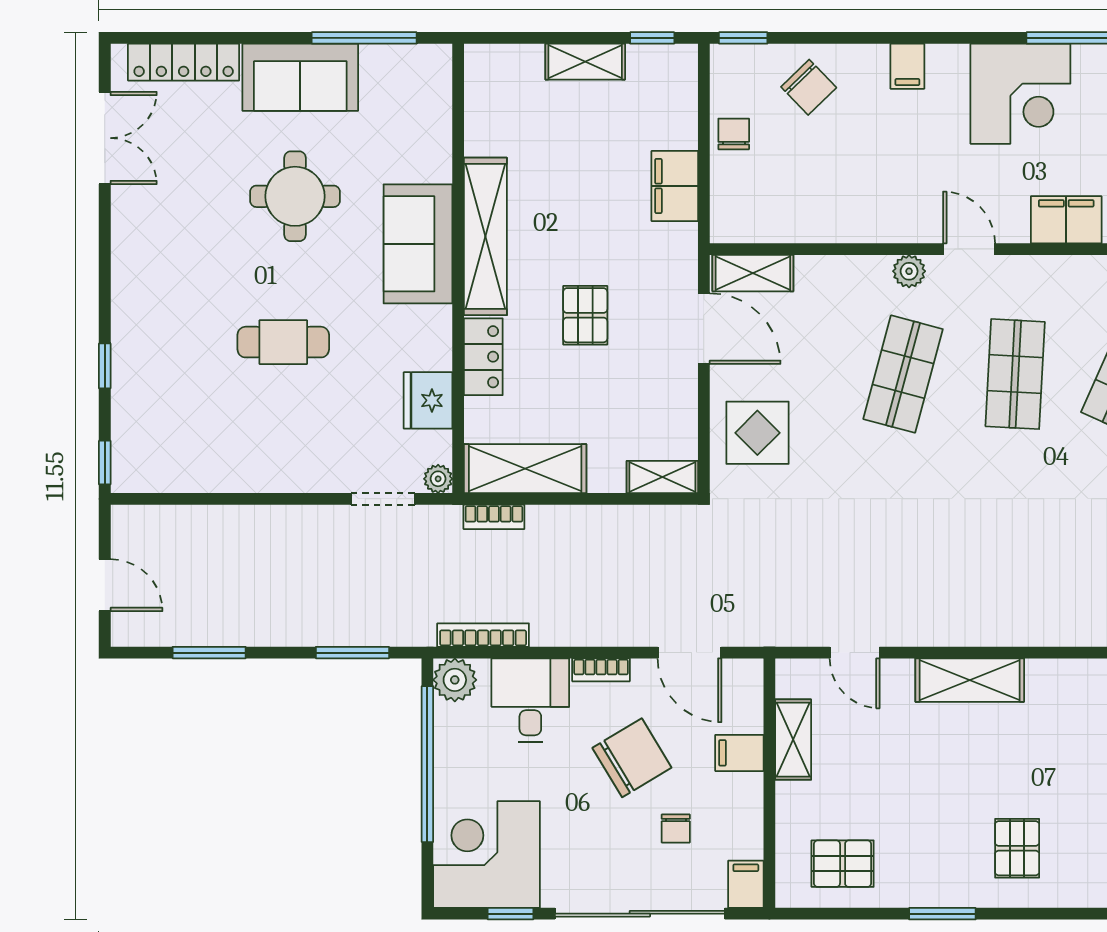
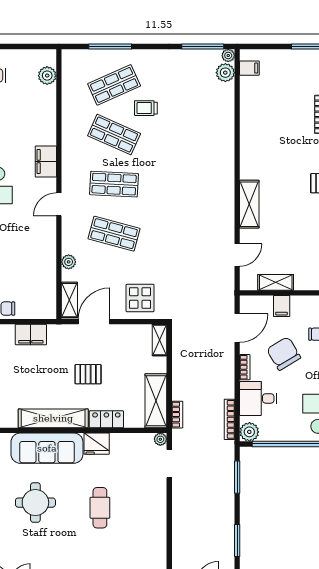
sofa: (418, 244) -> (47, 448), width x1.36
plant: (909, 271) -> (69, 262), moved
fridge: (428, 400) -> (97, 444), moved

